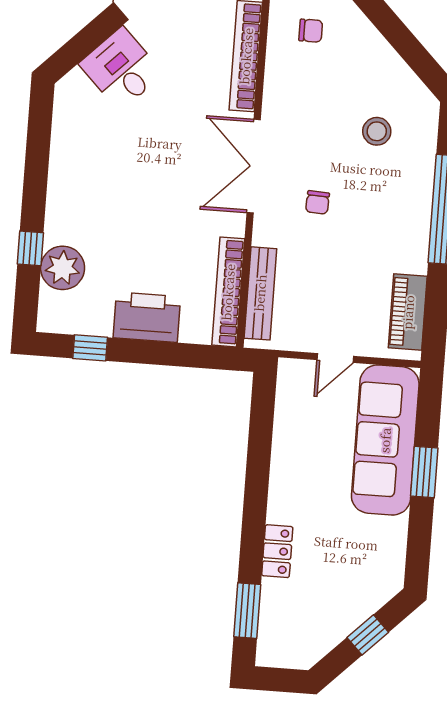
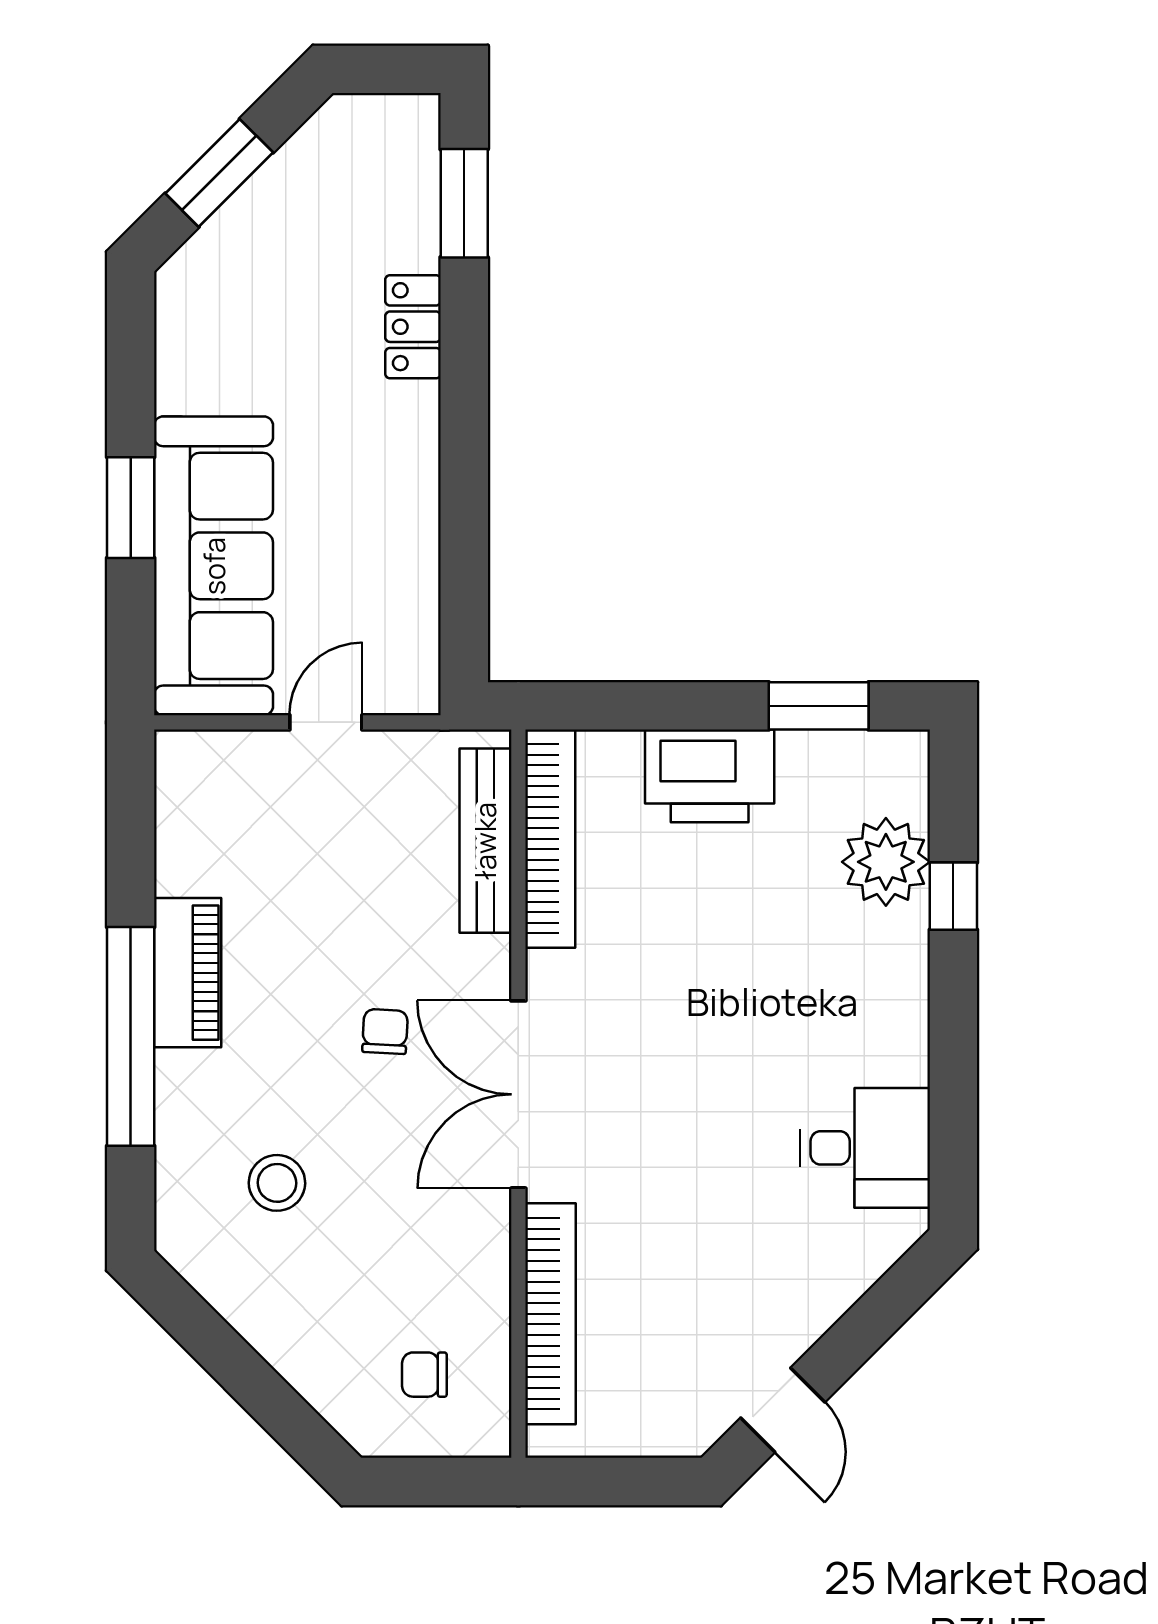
desk: (121, 69) -> (865, 1148), moved, turned -45
double door: (254, 166) -> (518, 1094), swing flipped
piano: (408, 312) -> (188, 973), moved
window: (90, 348) -> (819, 706), width x1.50
window: (368, 635) -> (219, 173), width x1.50

